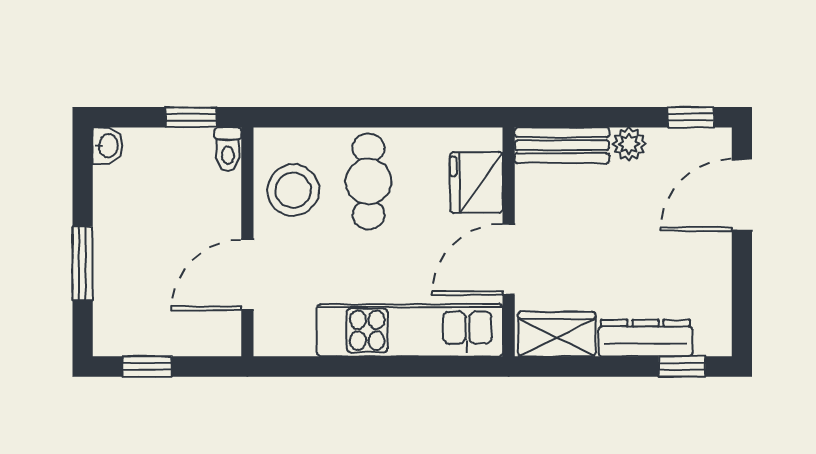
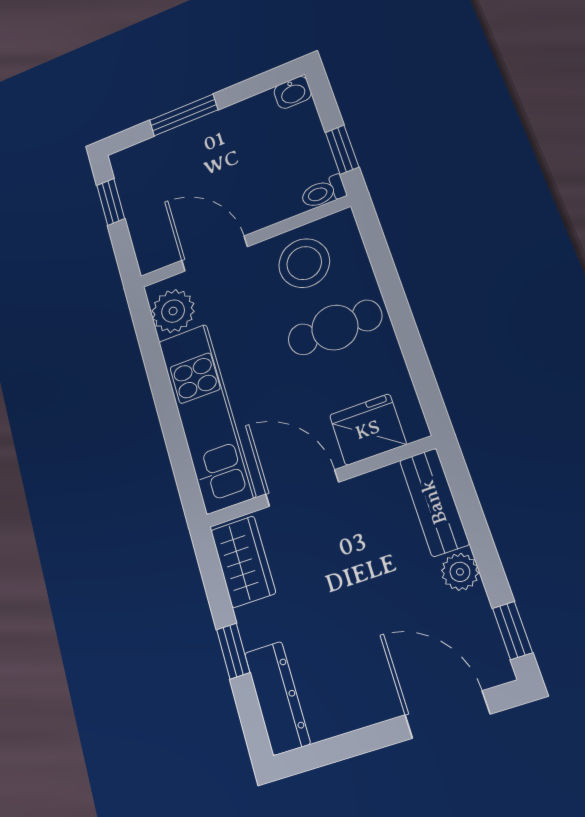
plant: (291, 333) -> (173, 311), added
dresser: (645, 338) -> (277, 698), moved
window: (682, 366) -> (233, 651), moved

